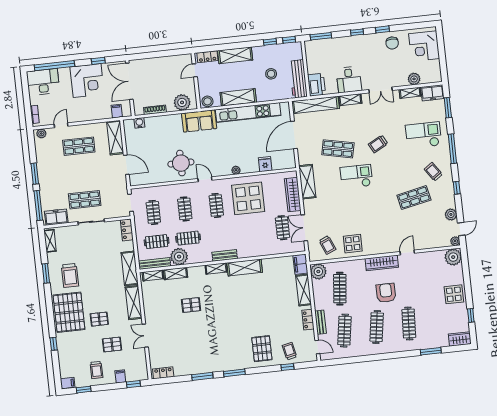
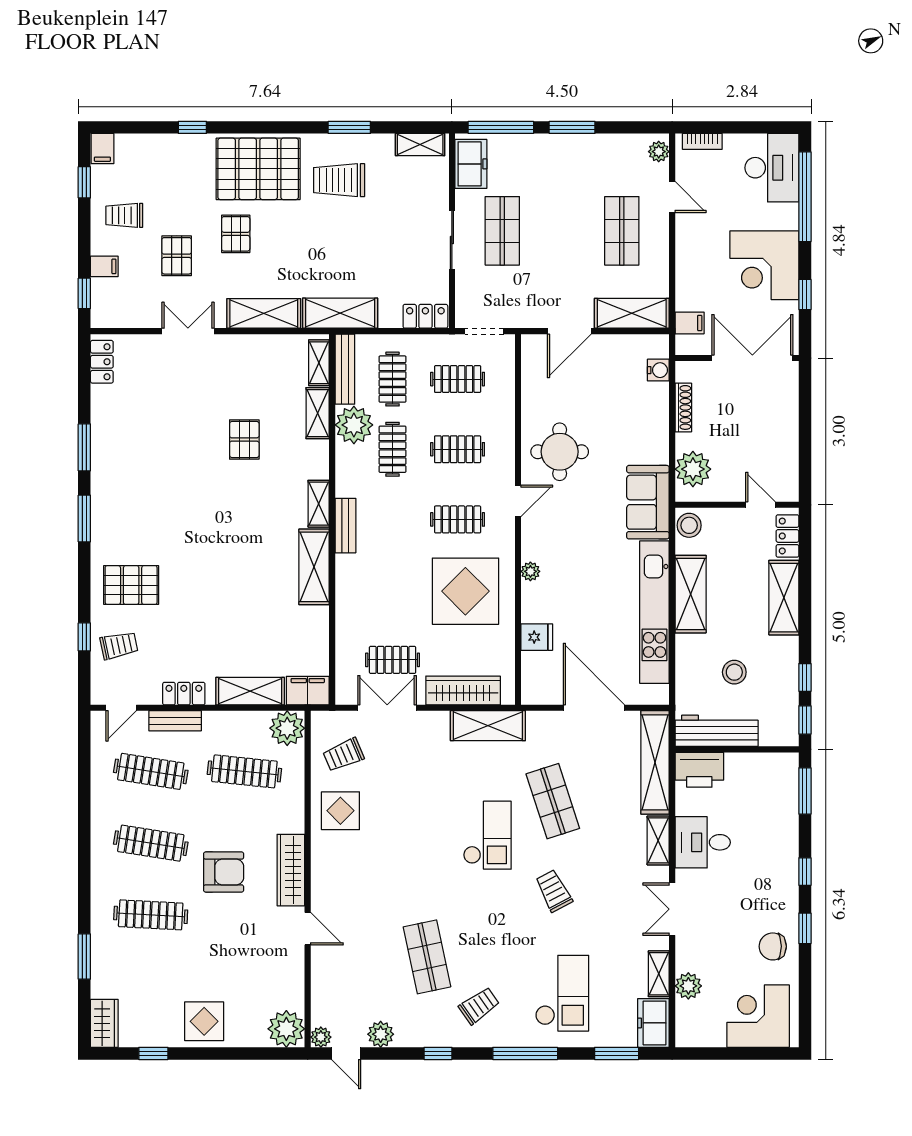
shop shelf: (338, 149) -> (553, 801), turned -30

